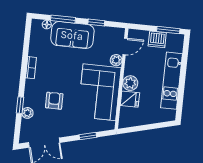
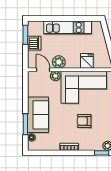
window: (96, 23) -> (25, 96), removed
plant: (130, 83) -> (59, 62), moved
armchair: (54, 101) -> (84, 121), moved

